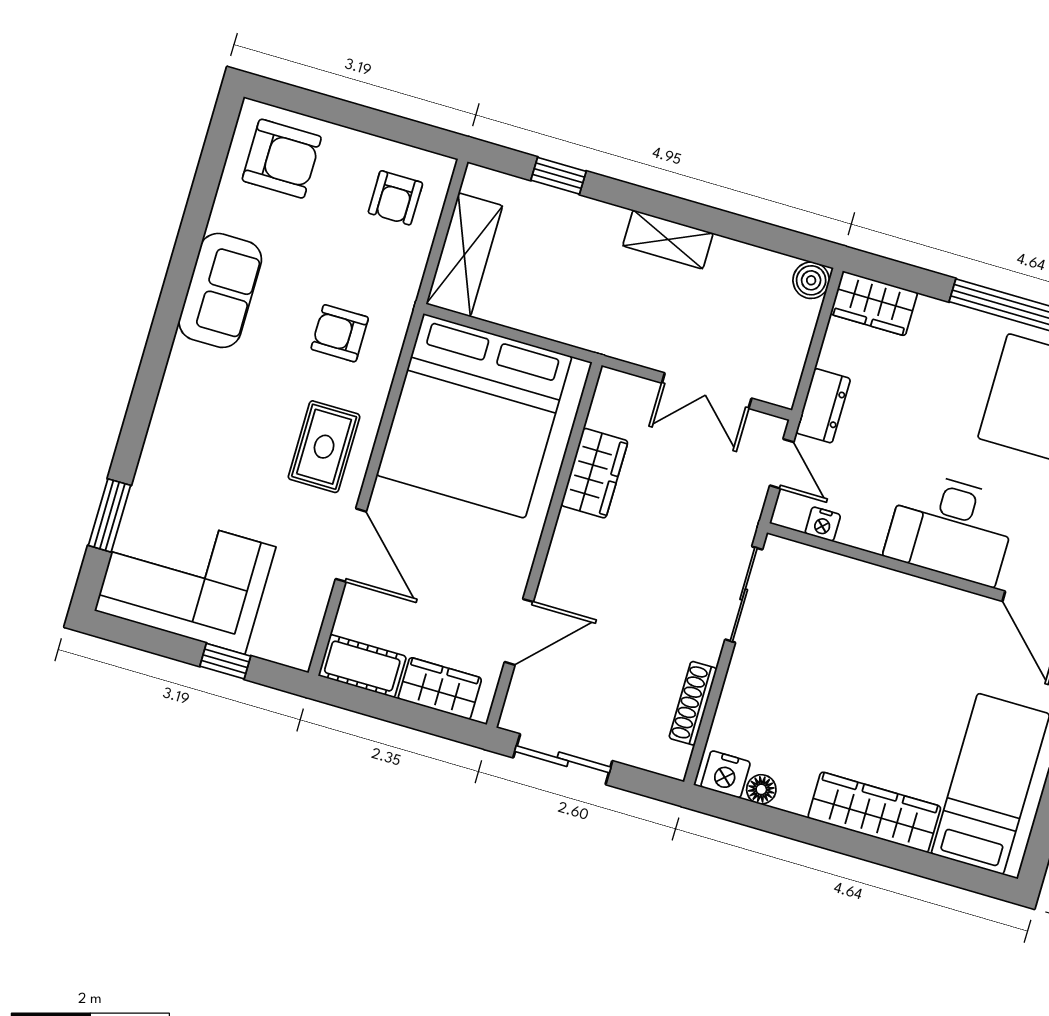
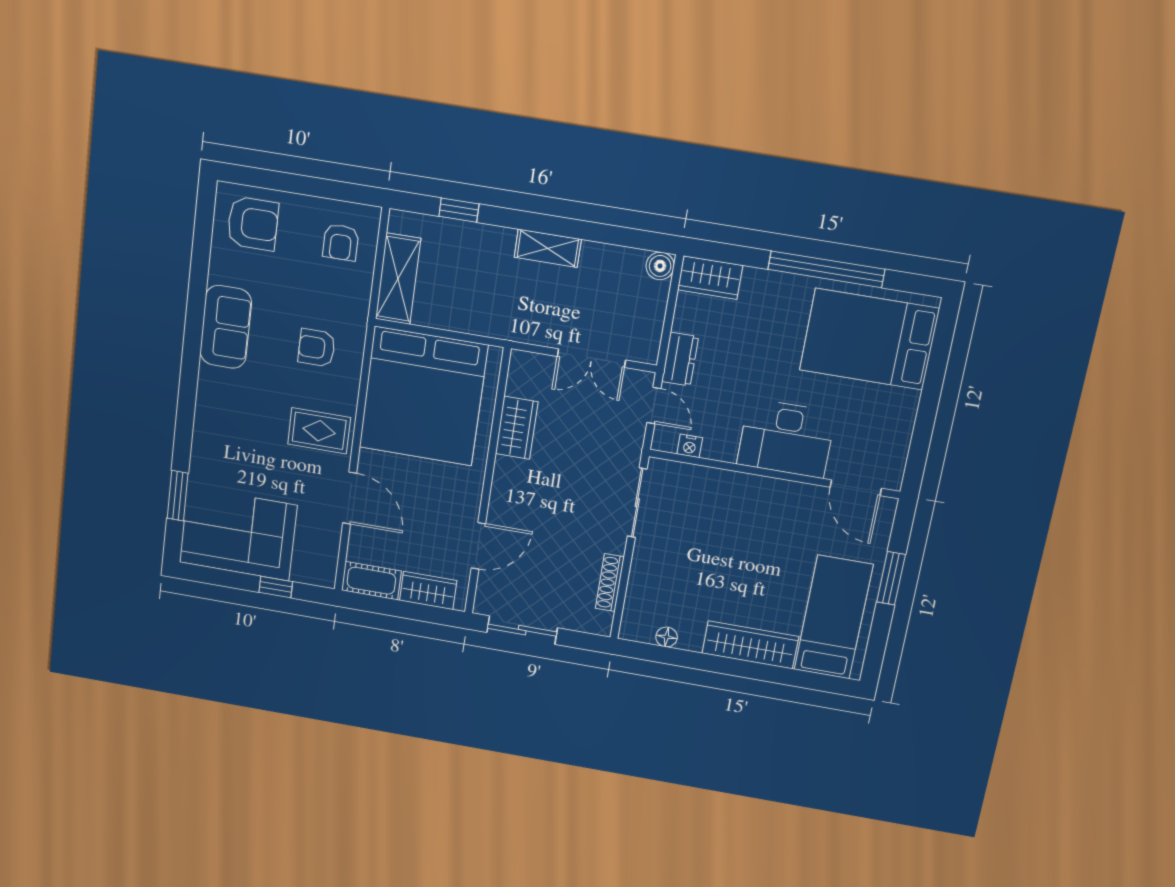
rug: (324, 447) -> (319, 431), turned 90
nightstand: (726, 774) -> (640, 629), removed

